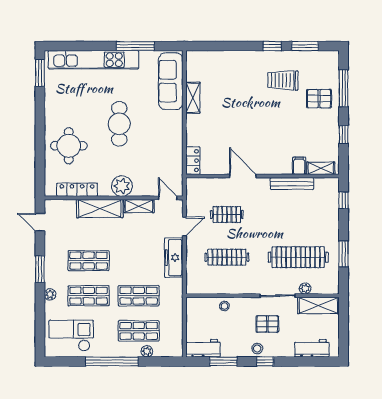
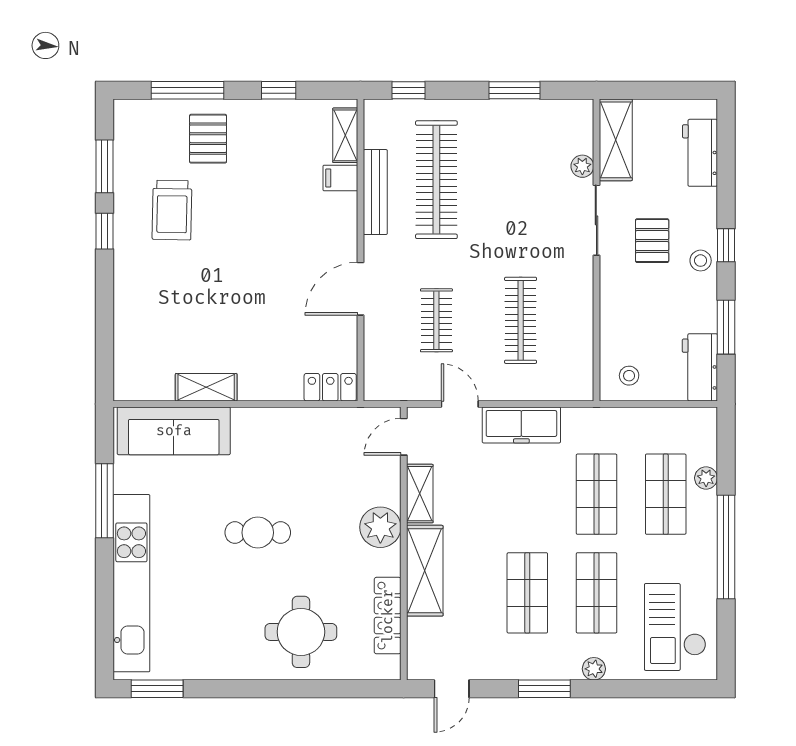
cafe table: (119, 124) -> (258, 533), width x0.73, depth x0.74
clothes rail: (298, 257) -> (436, 180), moved
stool: (224, 306) -> (629, 376), moved

